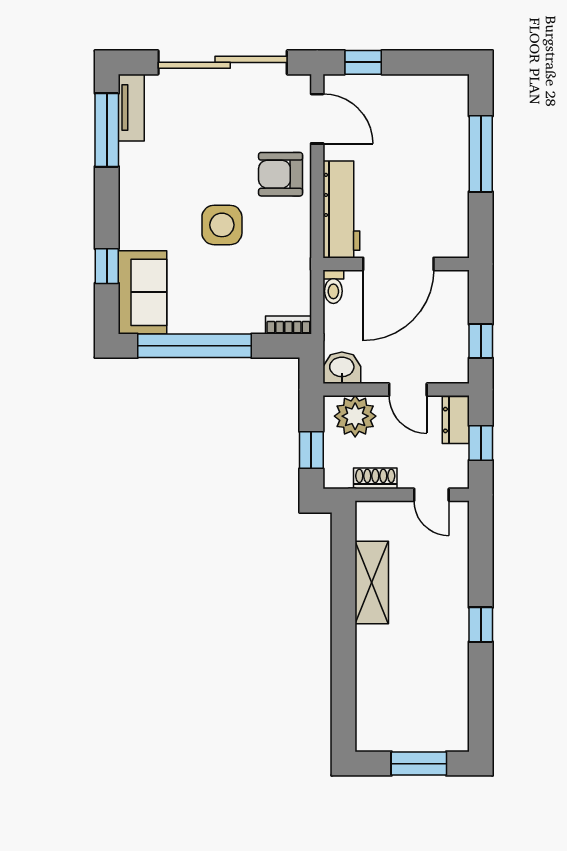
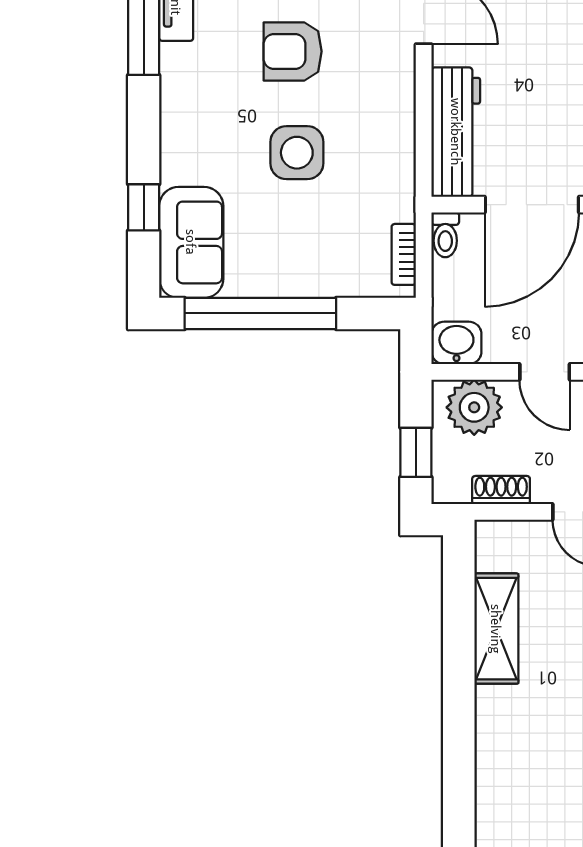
armchair: (281, 174) -> (293, 51), moved
bookcase: (288, 325) -> (404, 254), moved, turned -90

